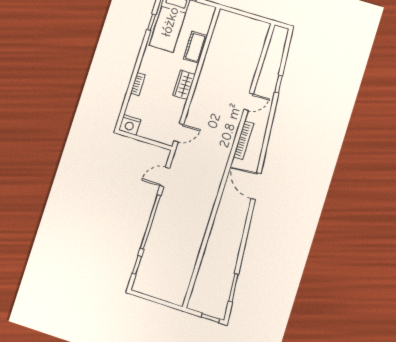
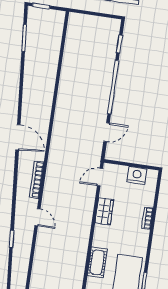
wardrobe: (184, 85) -> (104, 211), moved
door: (249, 102) -> (38, 217), swing flipped
nightstand: (130, 125) -> (137, 175), moved

